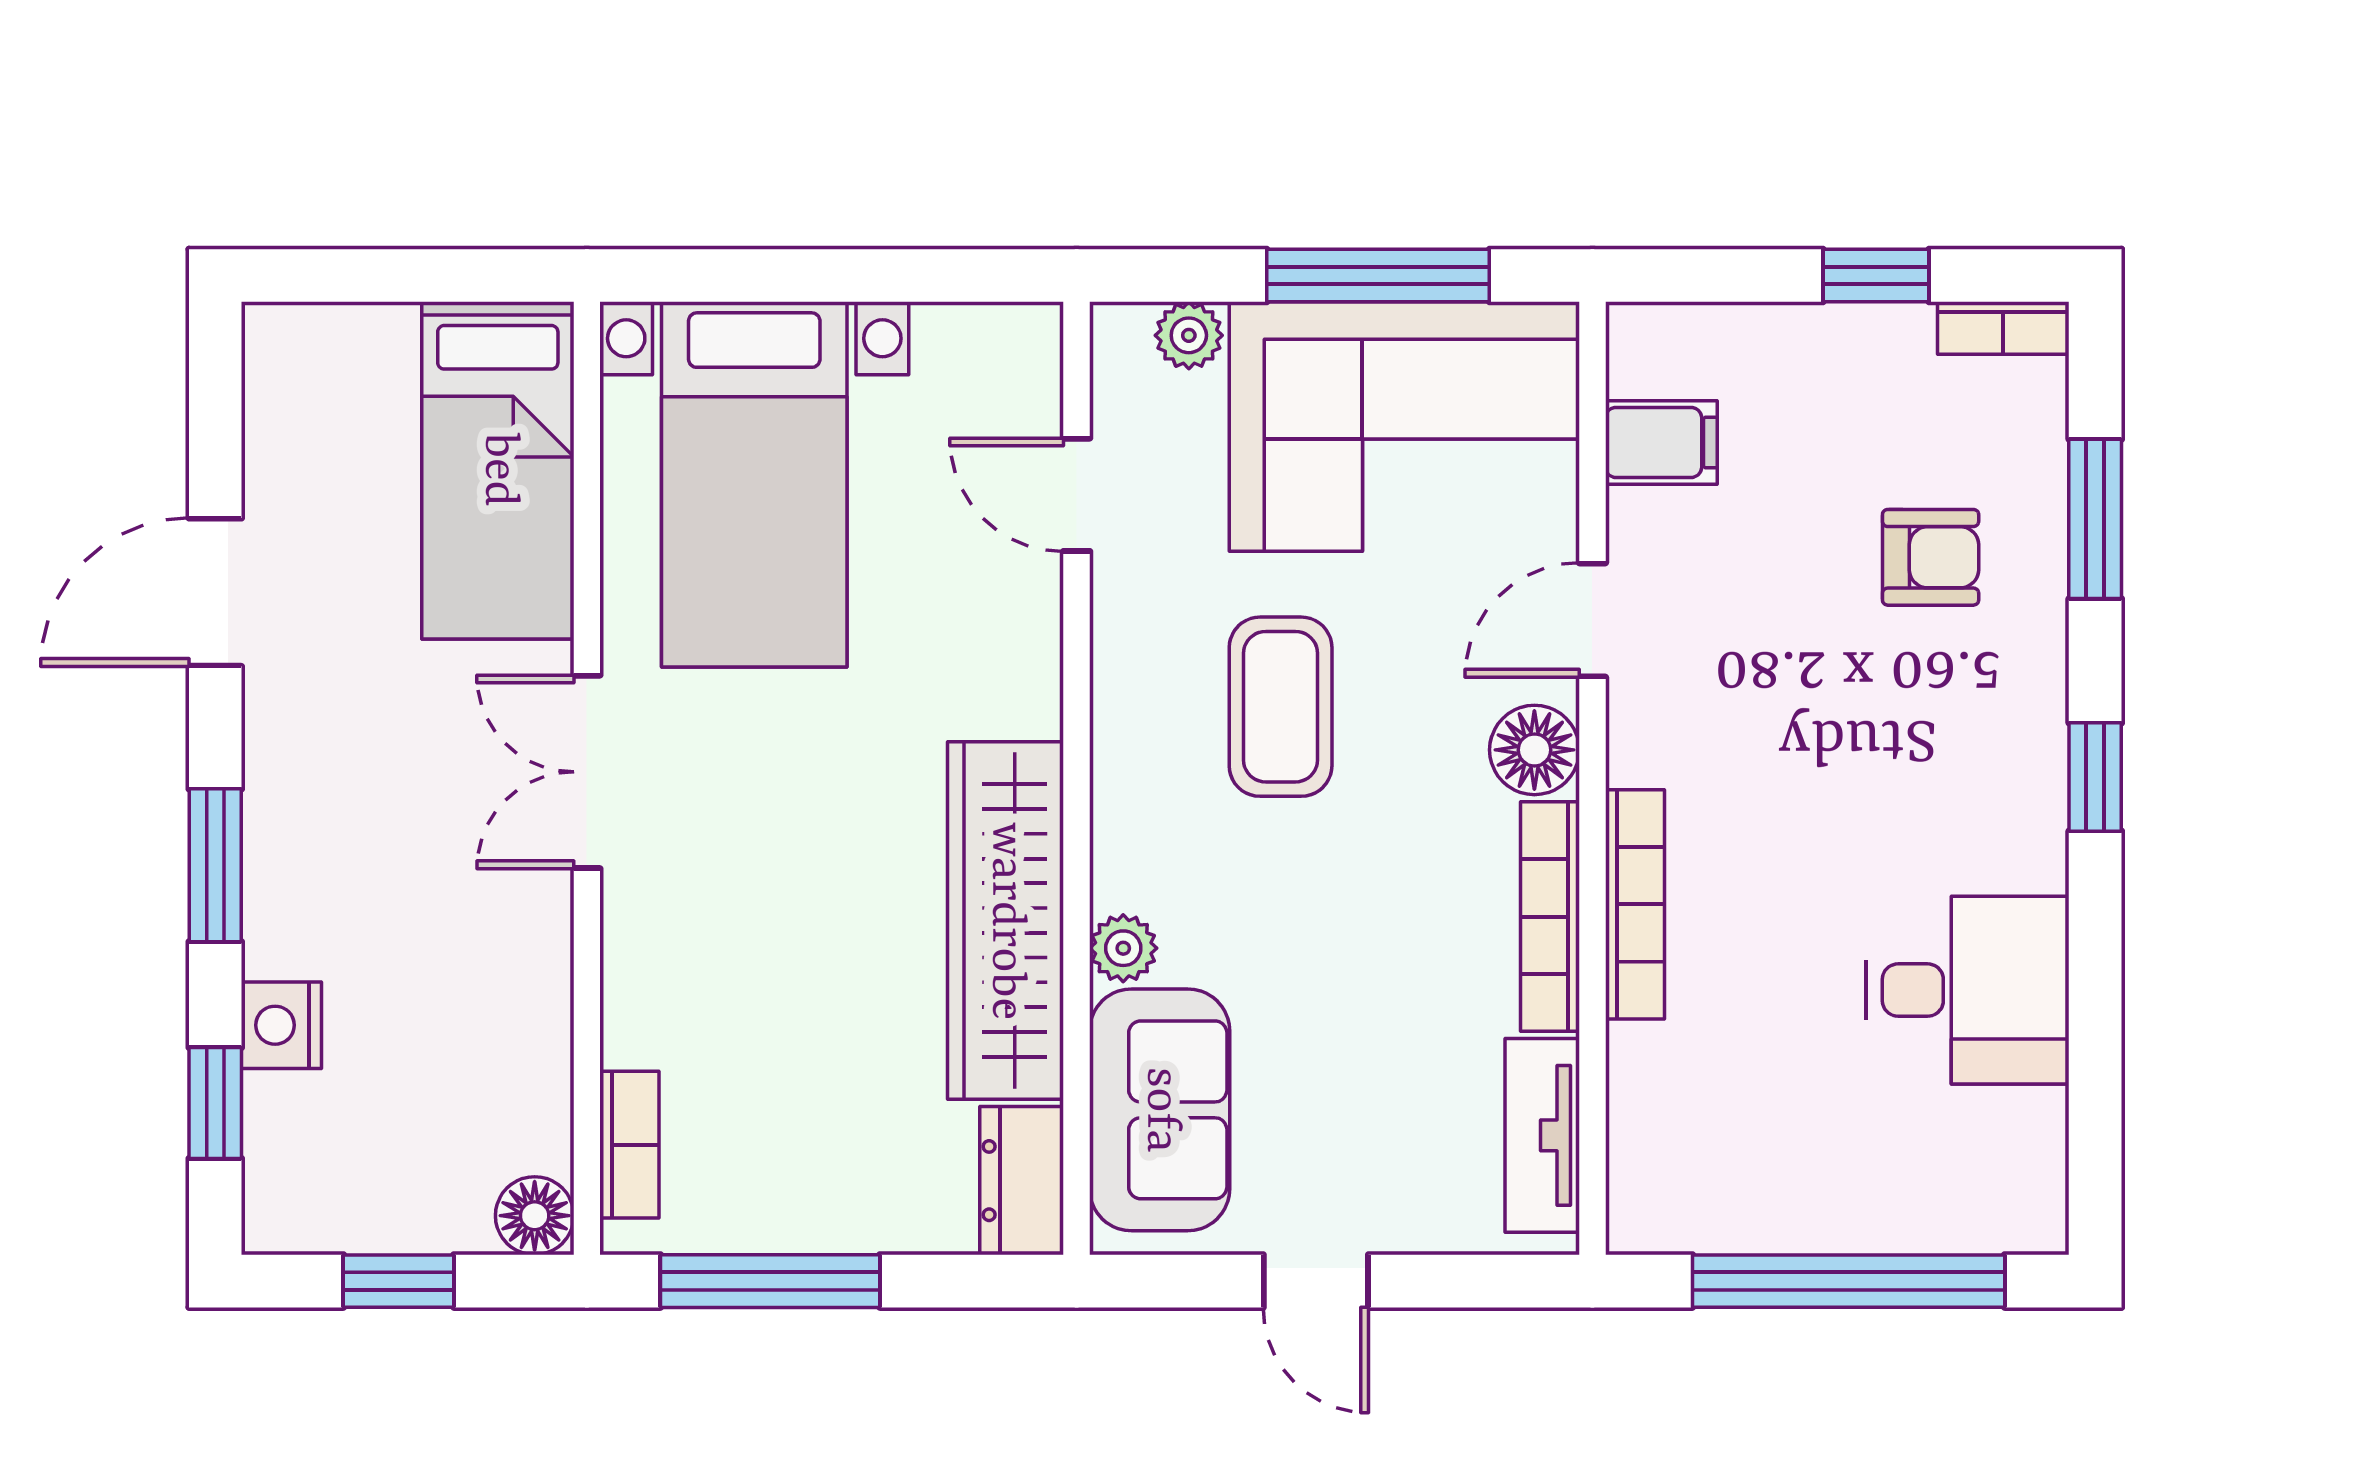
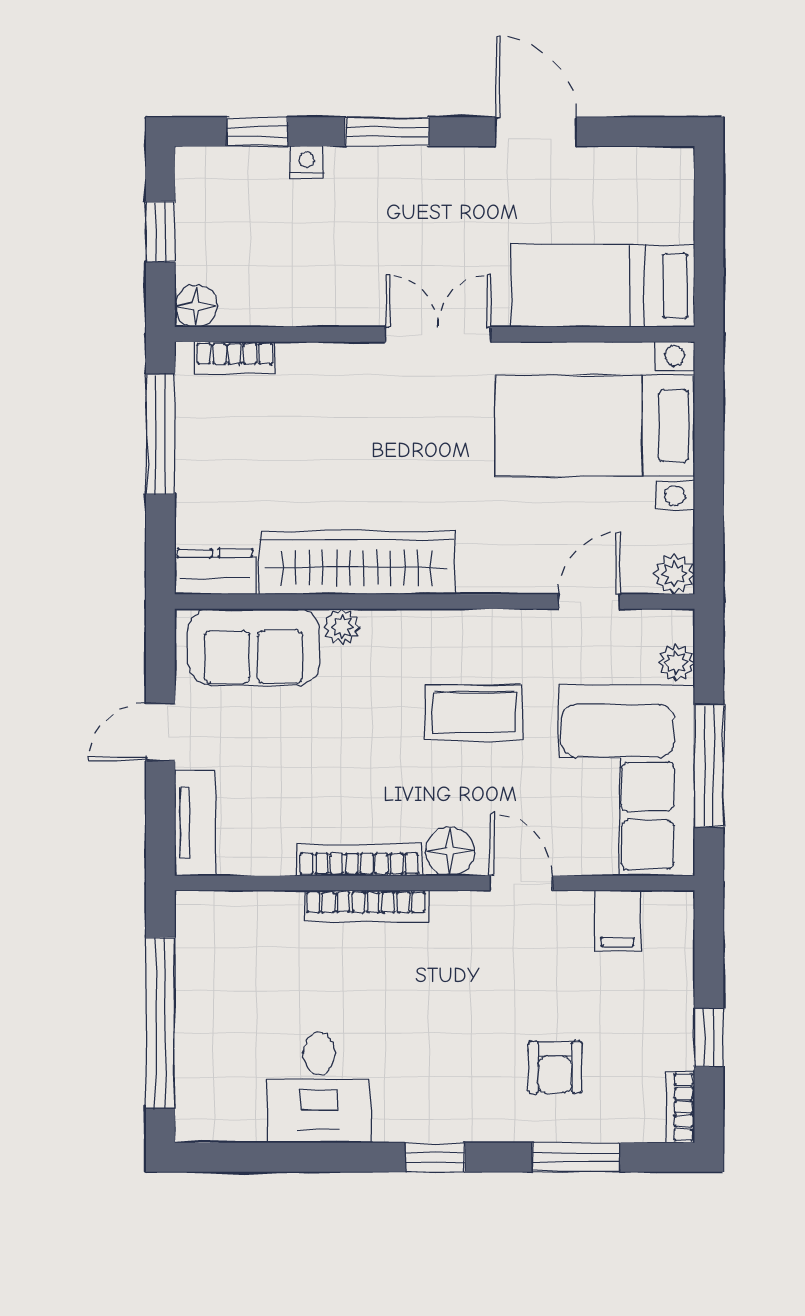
plant: (1026, 339) -> (674, 574), added
nightstand: (281, 1025) -> (306, 162), width x0.72, depth x0.74
tv unit: (1542, 1135) -> (195, 823), moved, turned 90

